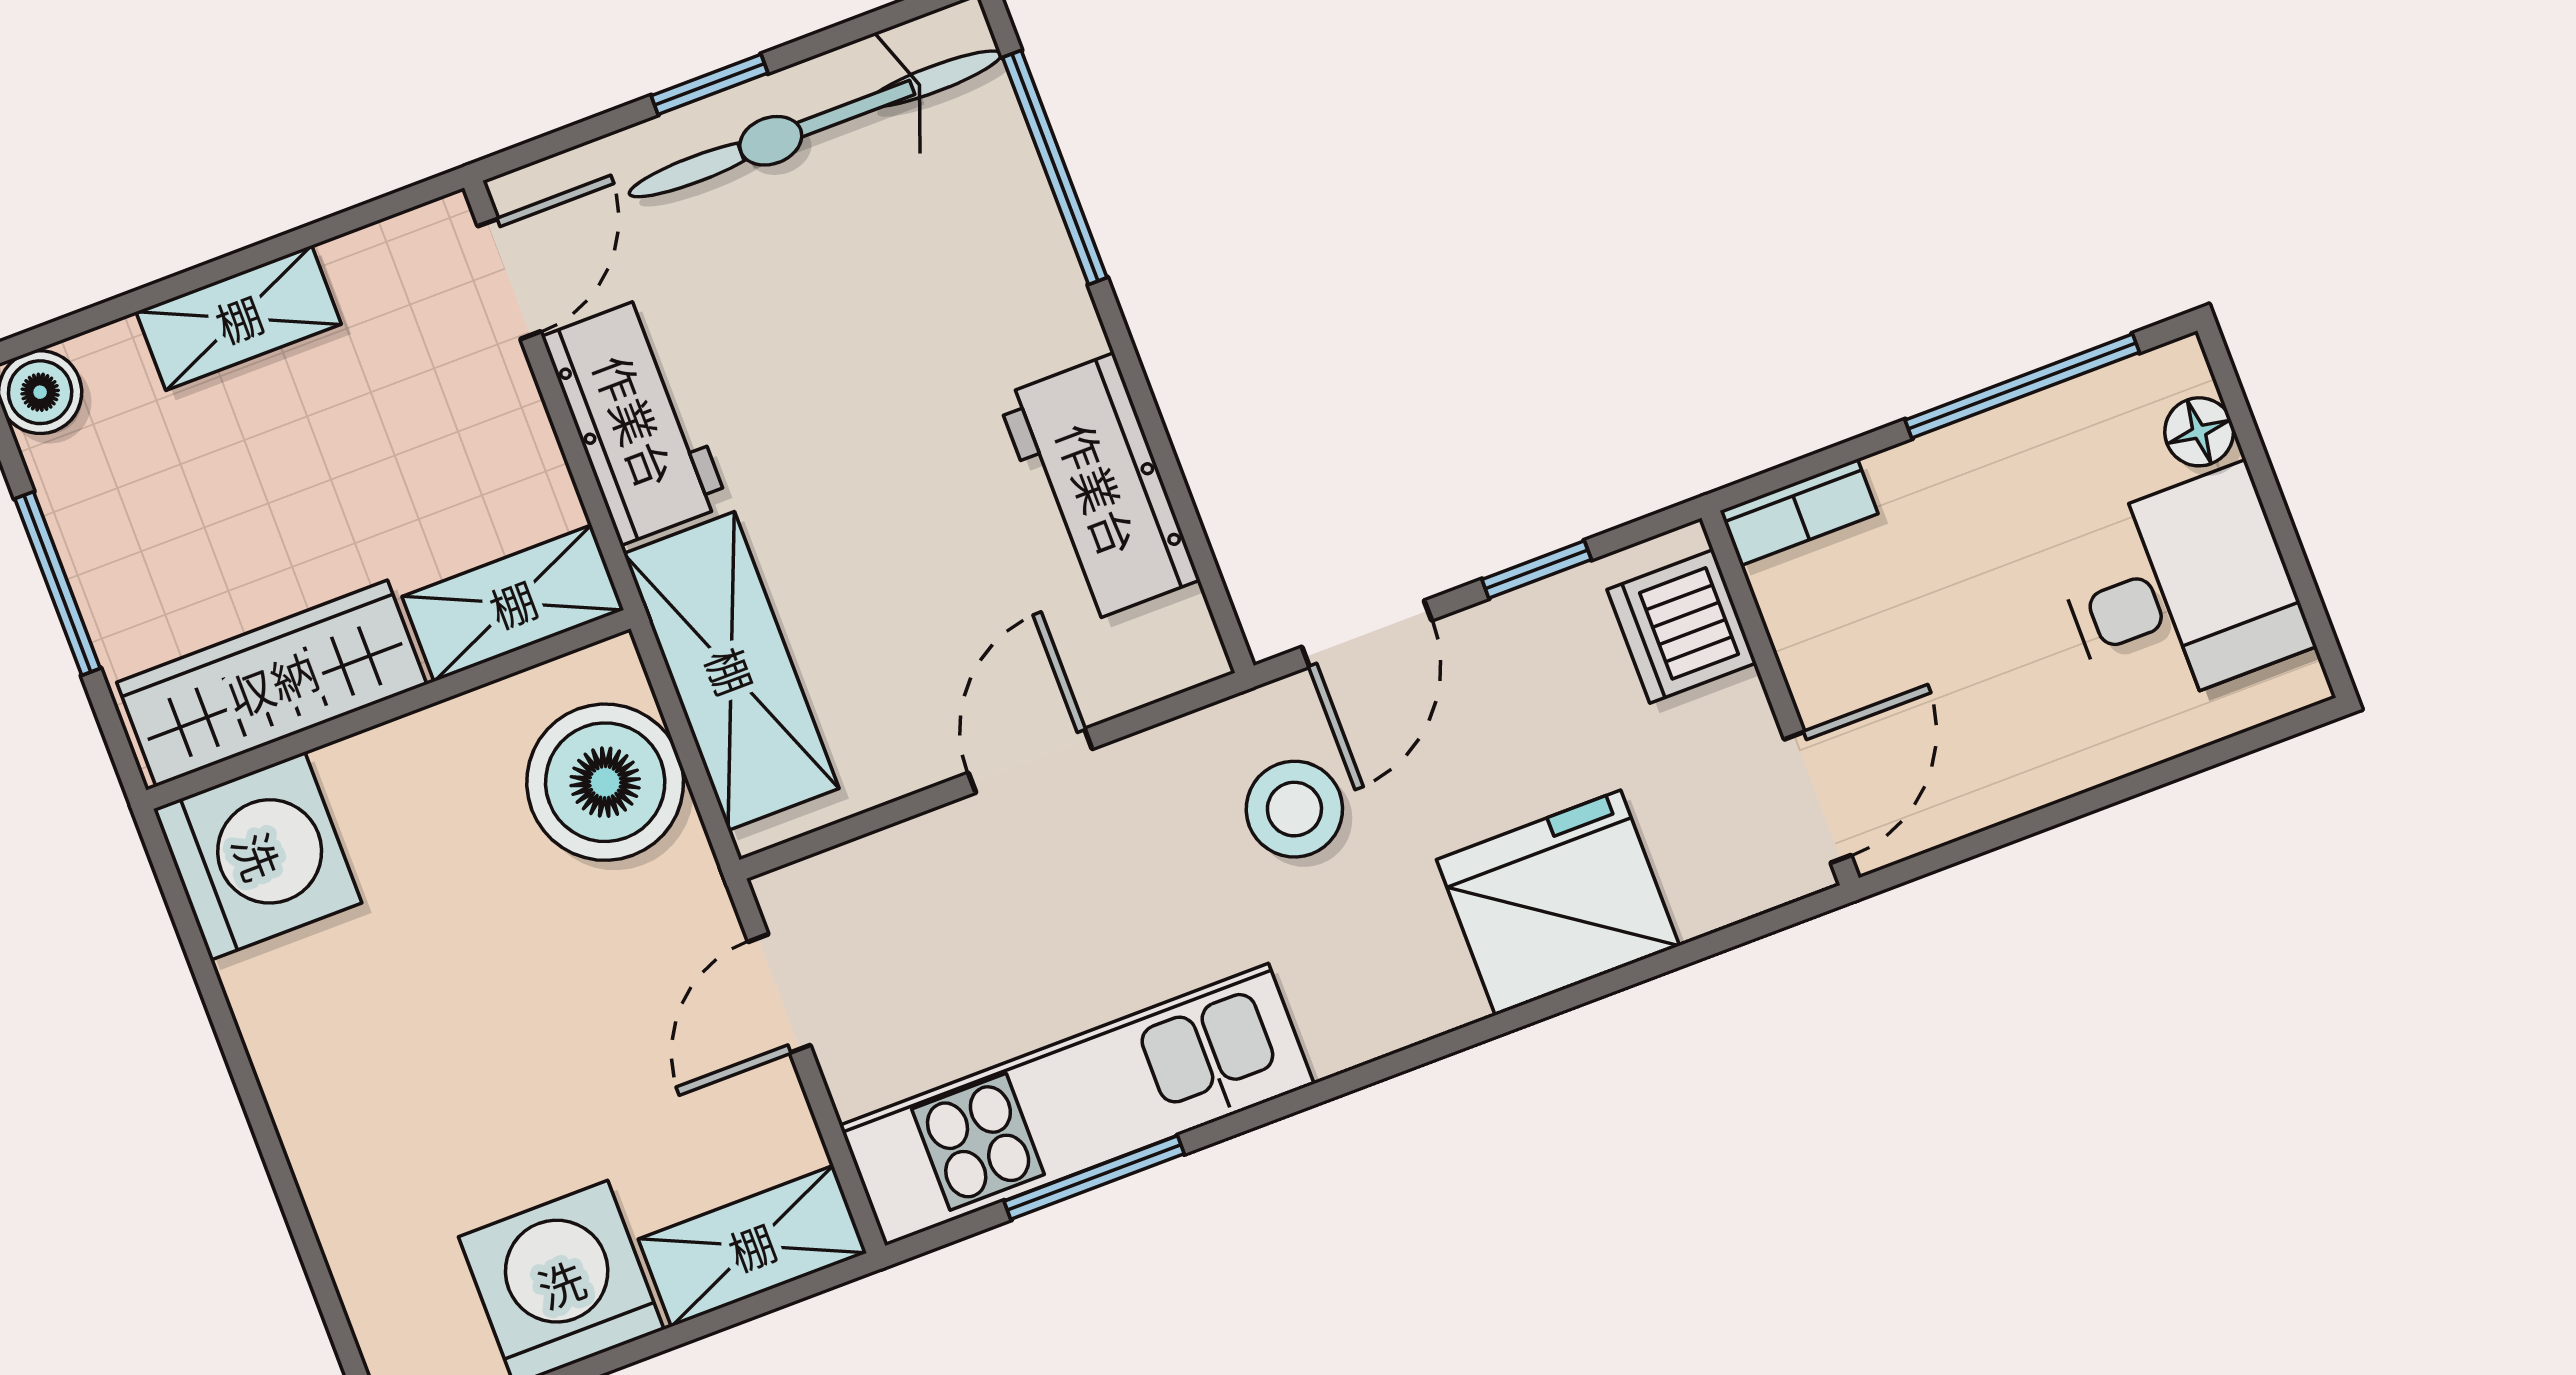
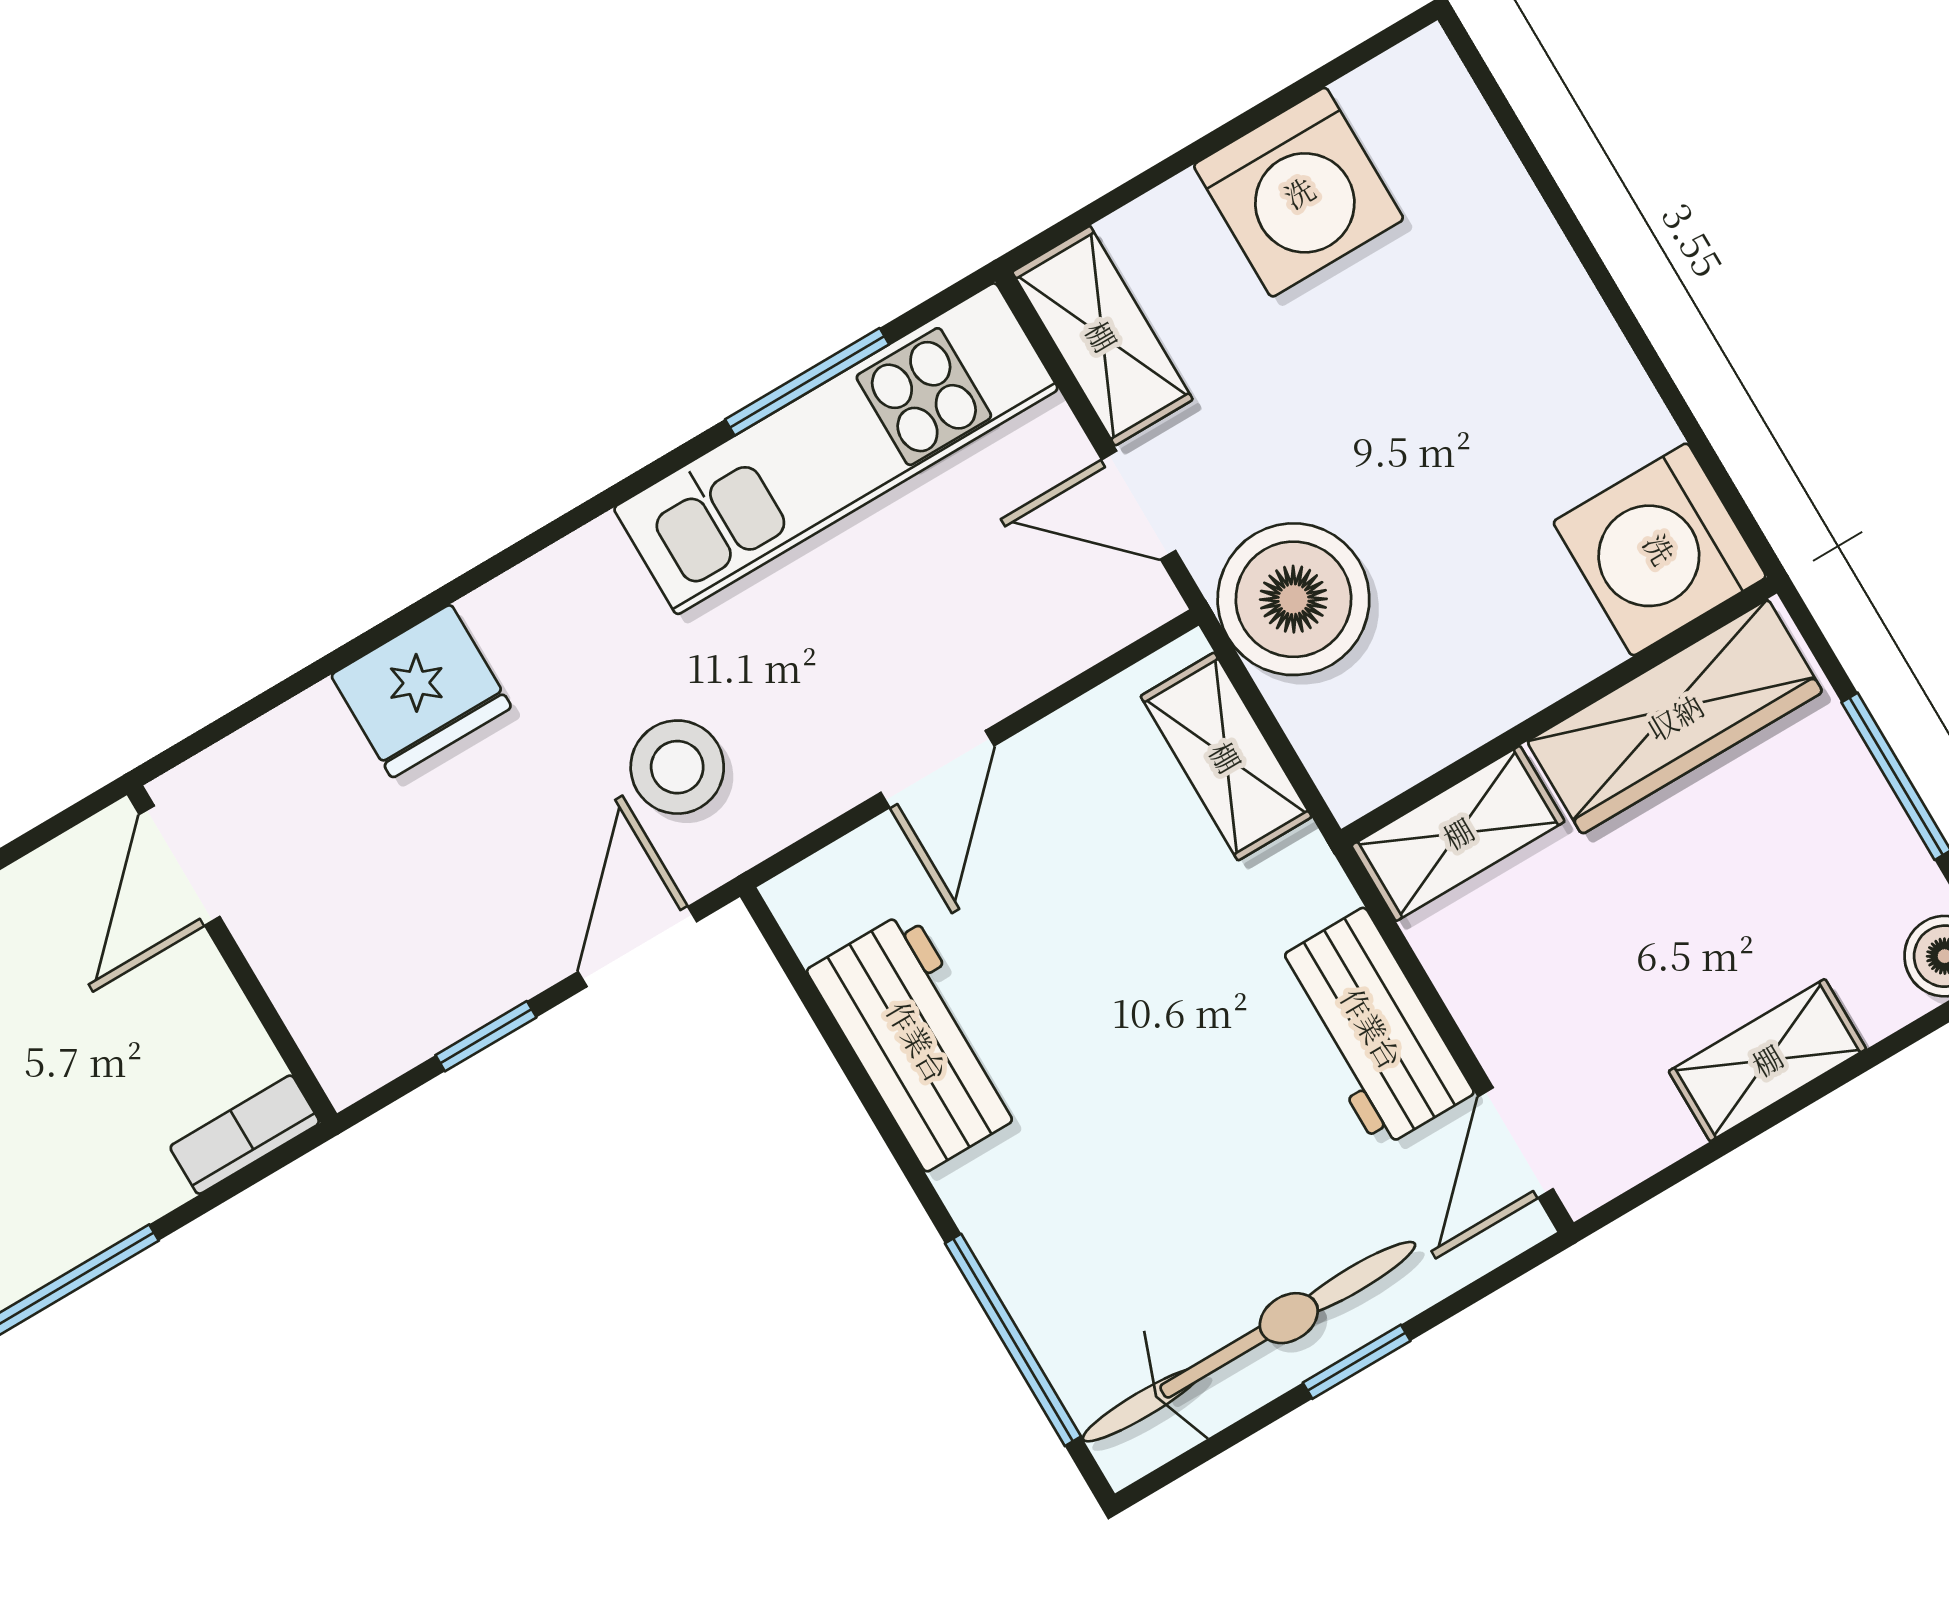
dishwasher: (1682, 626) -> (338, 1006), removed
shelving: (731, 671) -> (1226, 757), width x0.67, depth x0.75
boiler: (605, 782) -> (1293, 599), moved
fridge: (1558, 903) -> (421, 691), width x0.73, depth x0.75
door: (779, 993) -> (1139, 505), swing flipped
shelving: (752, 1246) -> (1102, 336), moved, turned 90

